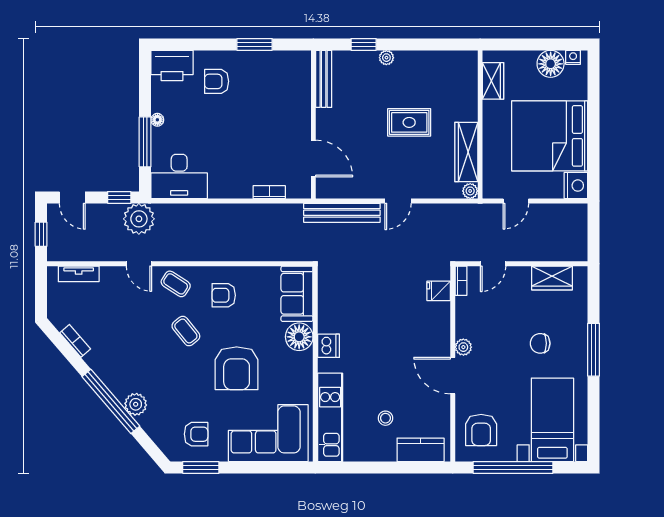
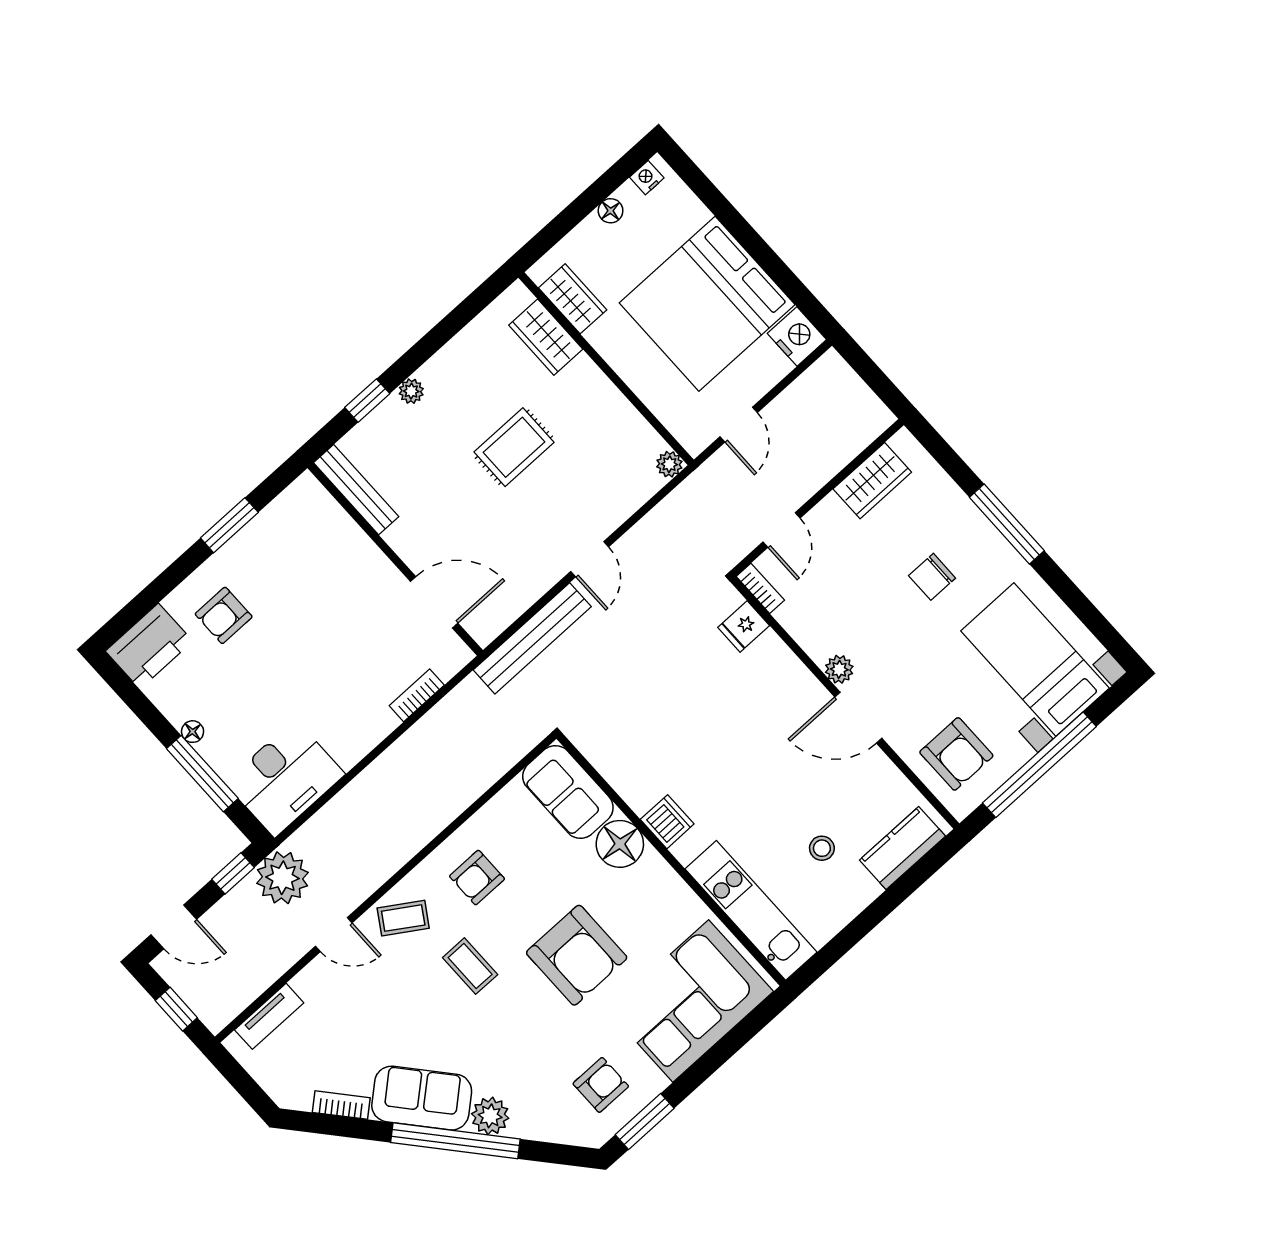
floor lamp: (551, 64) -> (611, 211), width x0.53, depth x0.53
wardrobe: (466, 152) -> (546, 337), moved, width x0.67
coffee table: (186, 331) -> (470, 966), turned 39
sofa: (113, 369) -> (422, 1098), added

